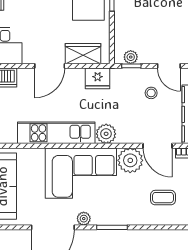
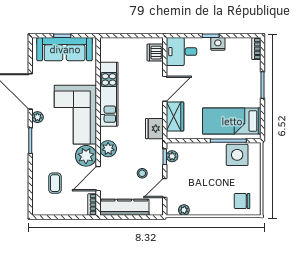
door: (50, 66) -> (165, 89), swing flipped
plant: (106, 134) -> (108, 149), moved

